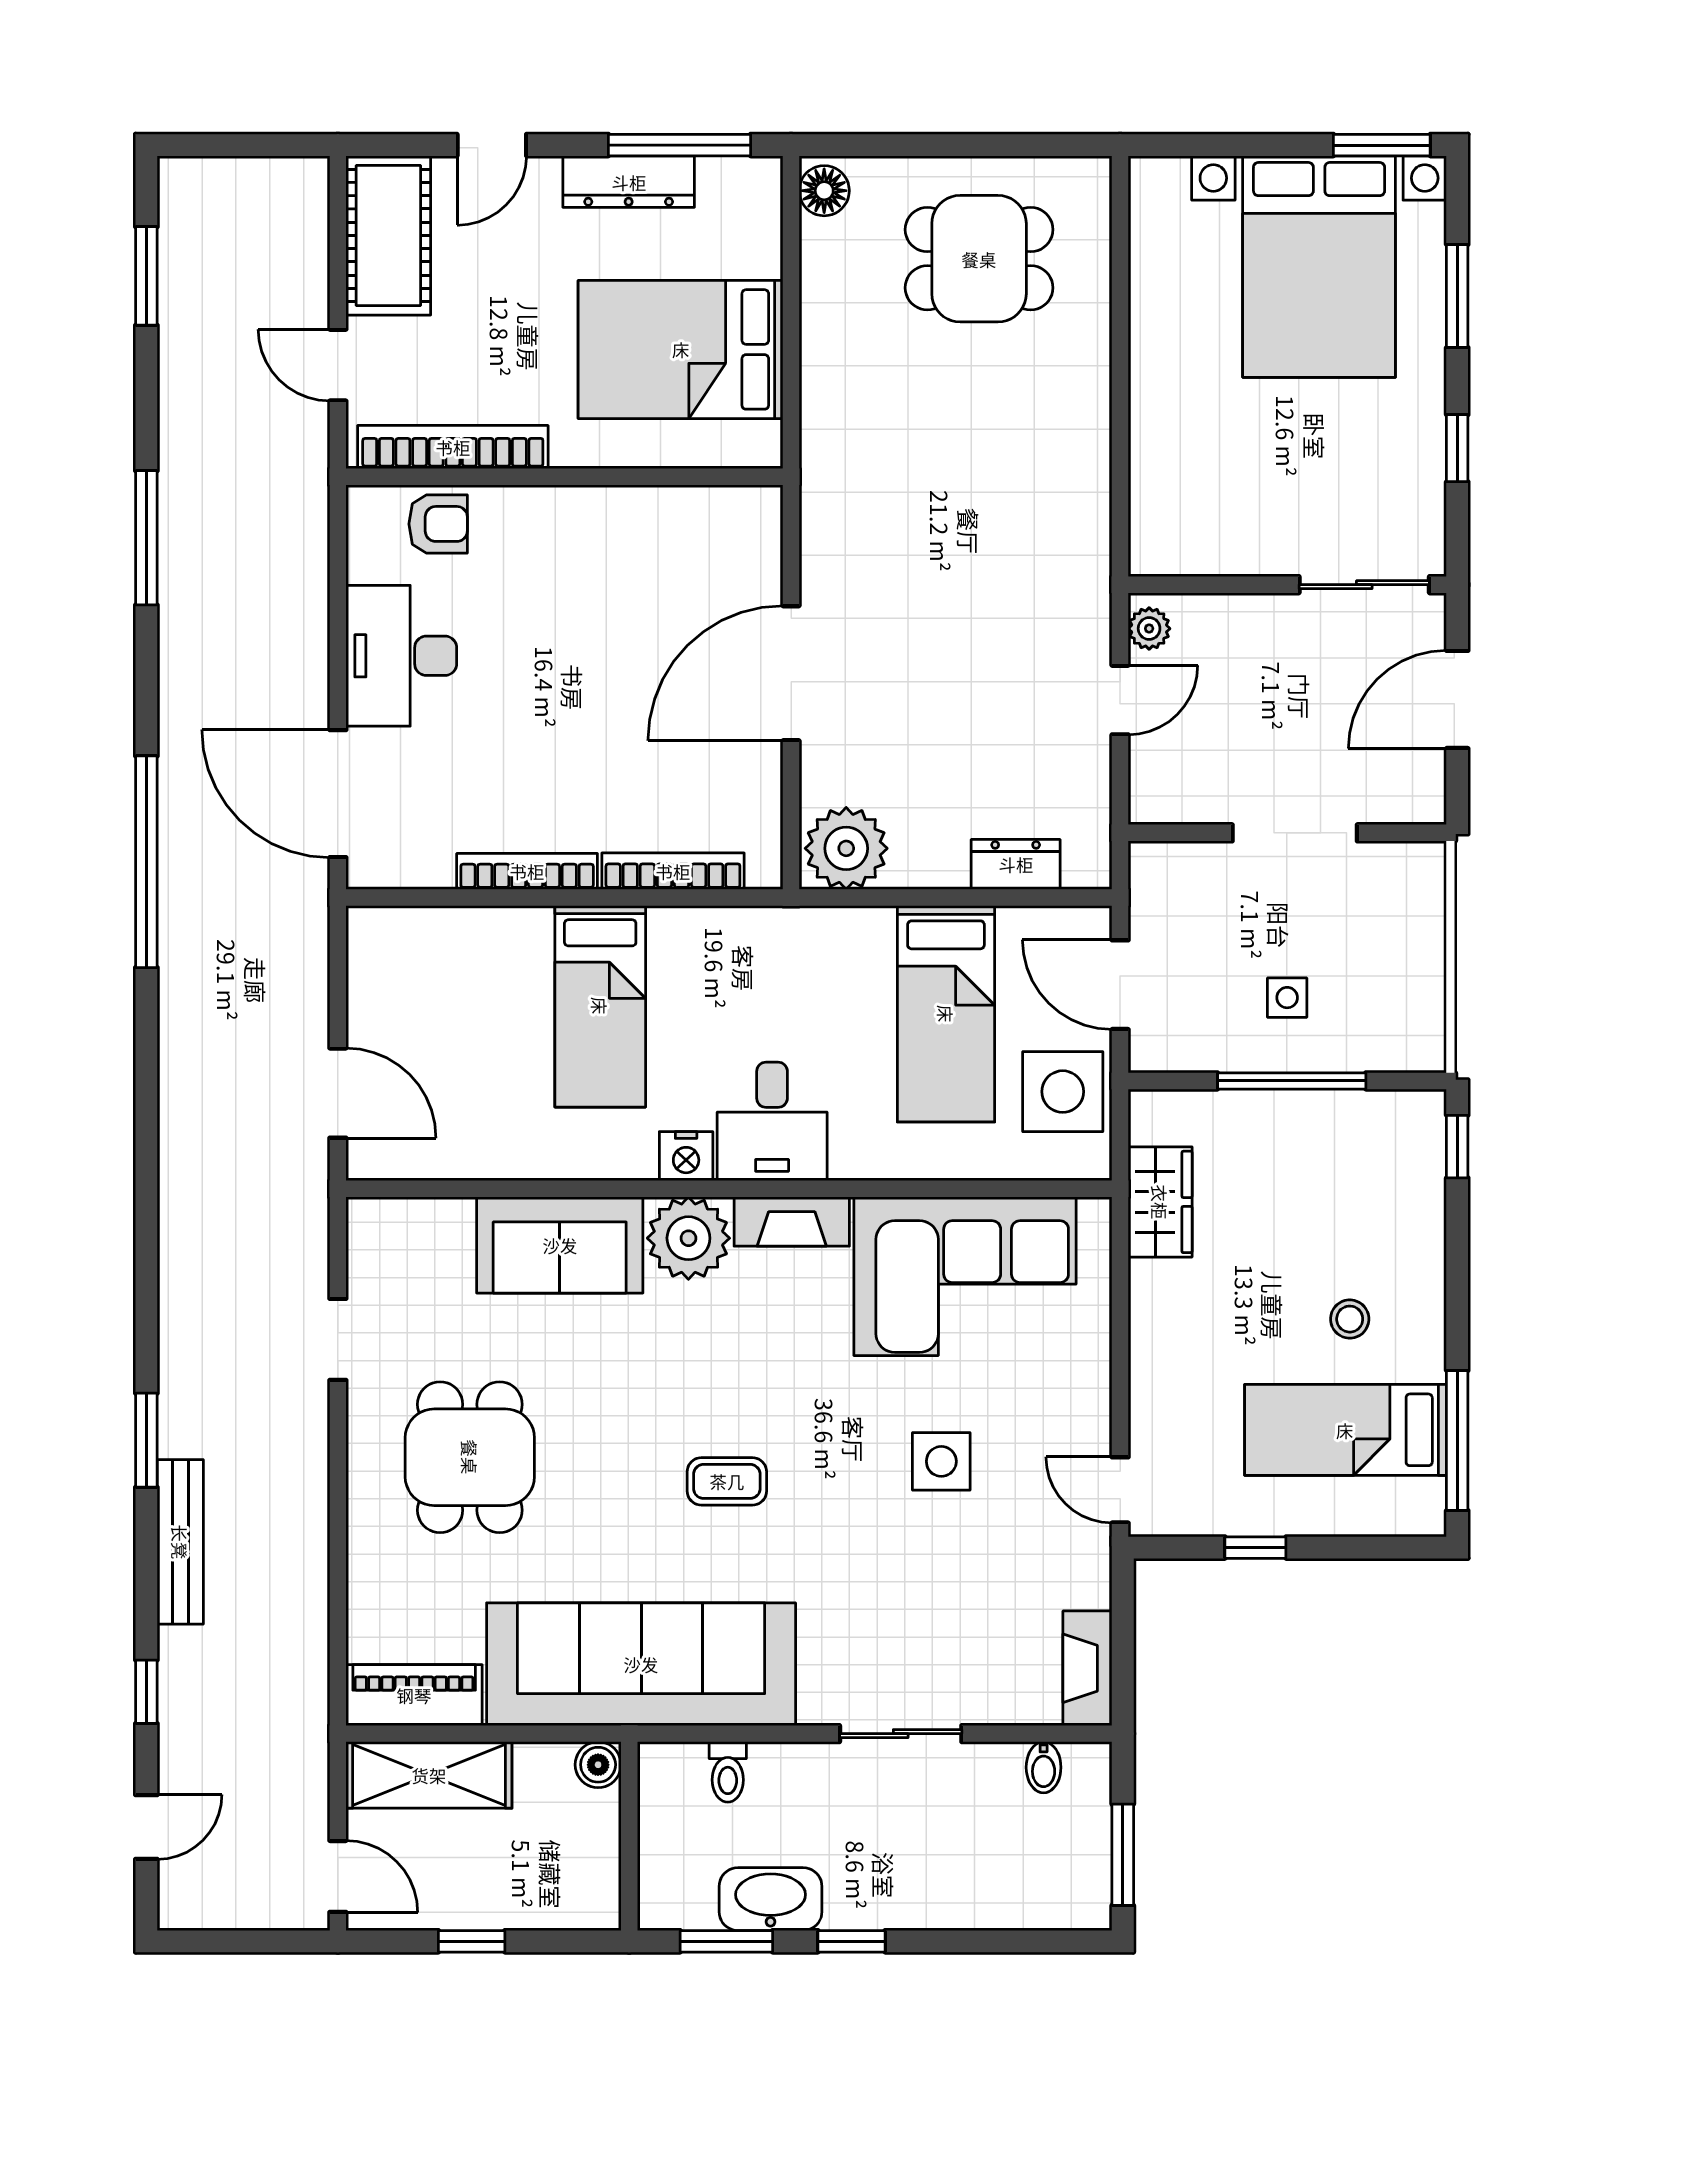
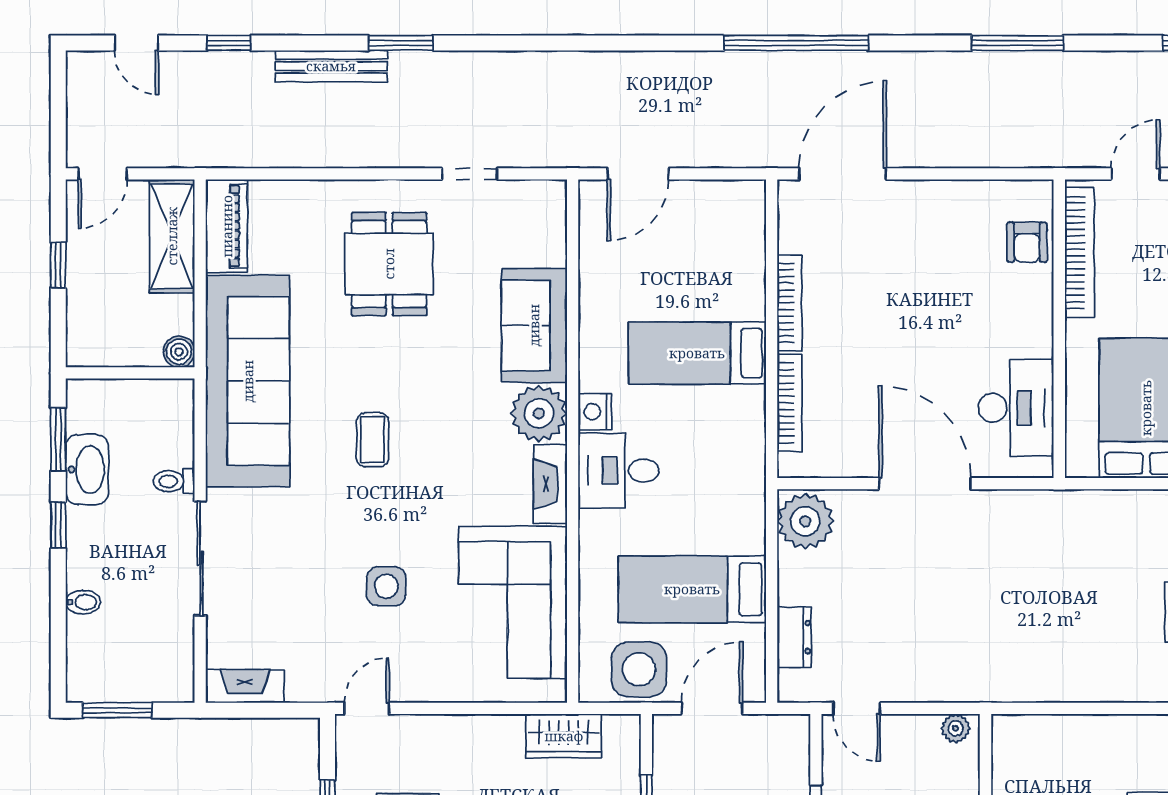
desk: (401, 656) -> (1016, 408), moved, turned 90
door: (1120, 700) -> (857, 708), moved
dining table: (470, 1457) -> (389, 264), turned 90
sliding door: (901, 1734) -> (200, 559), width x1.37
bidet: (1044, 1767) -> (83, 602), moved, turned 180
toilet: (728, 1772) -> (174, 481), moved

